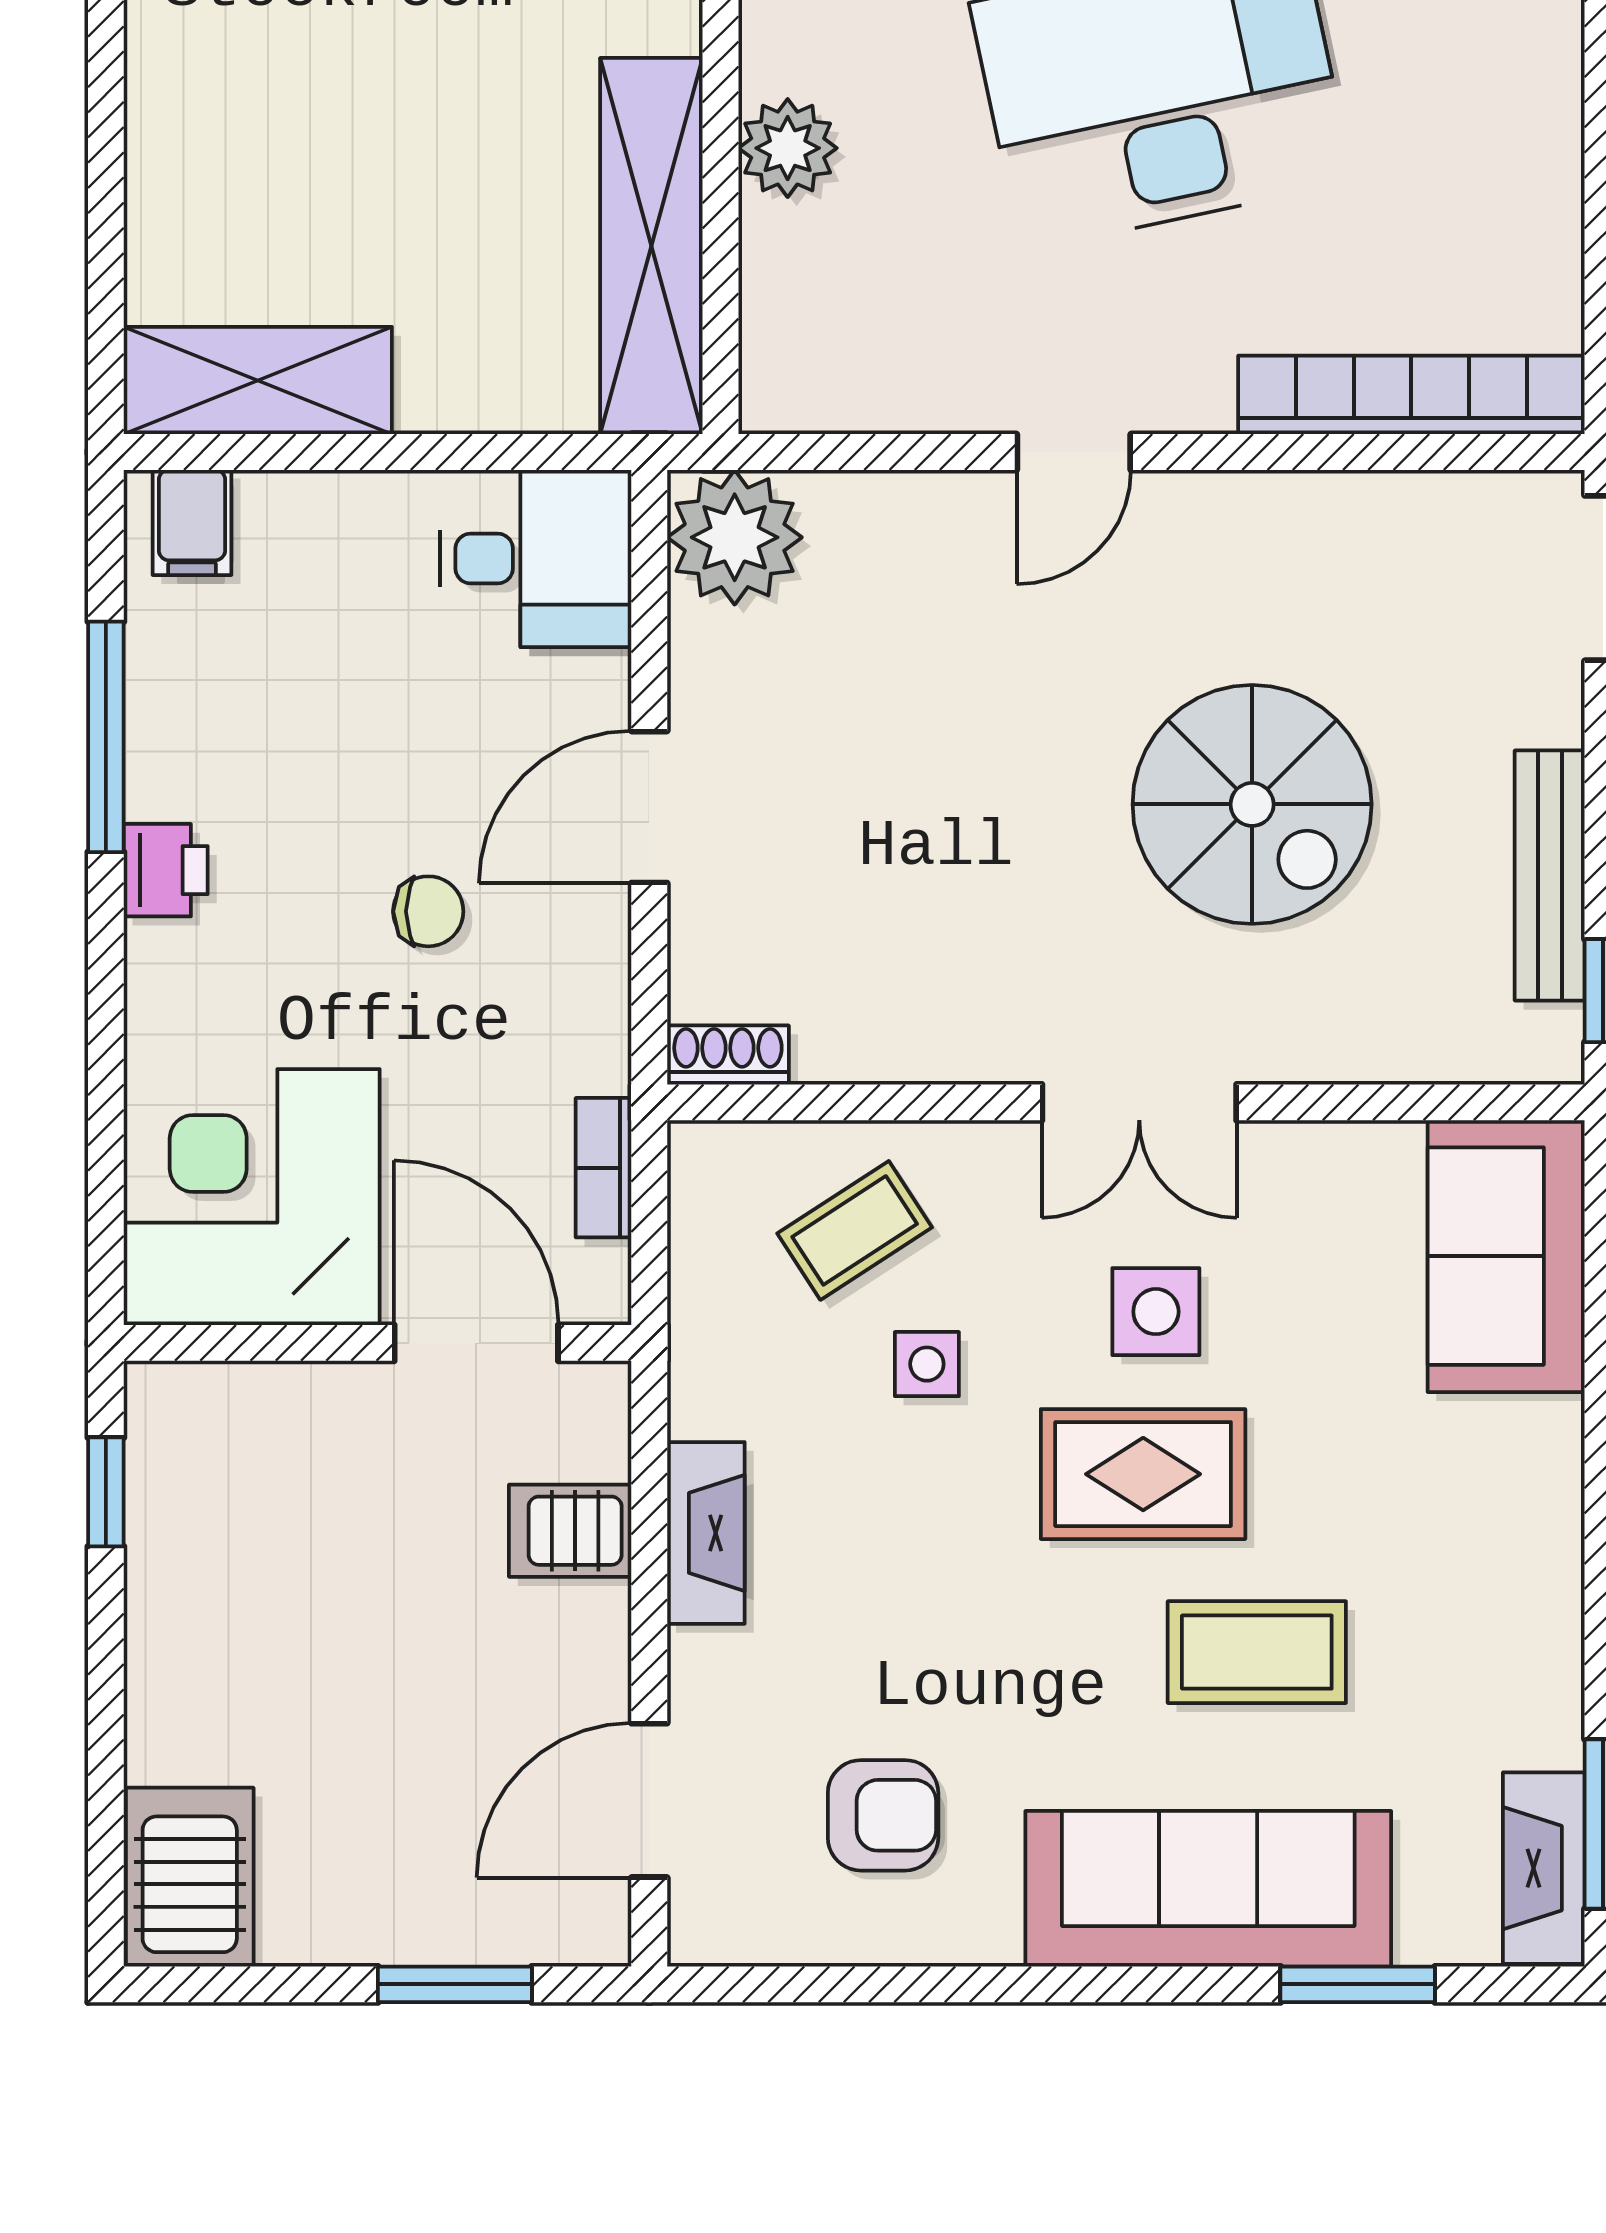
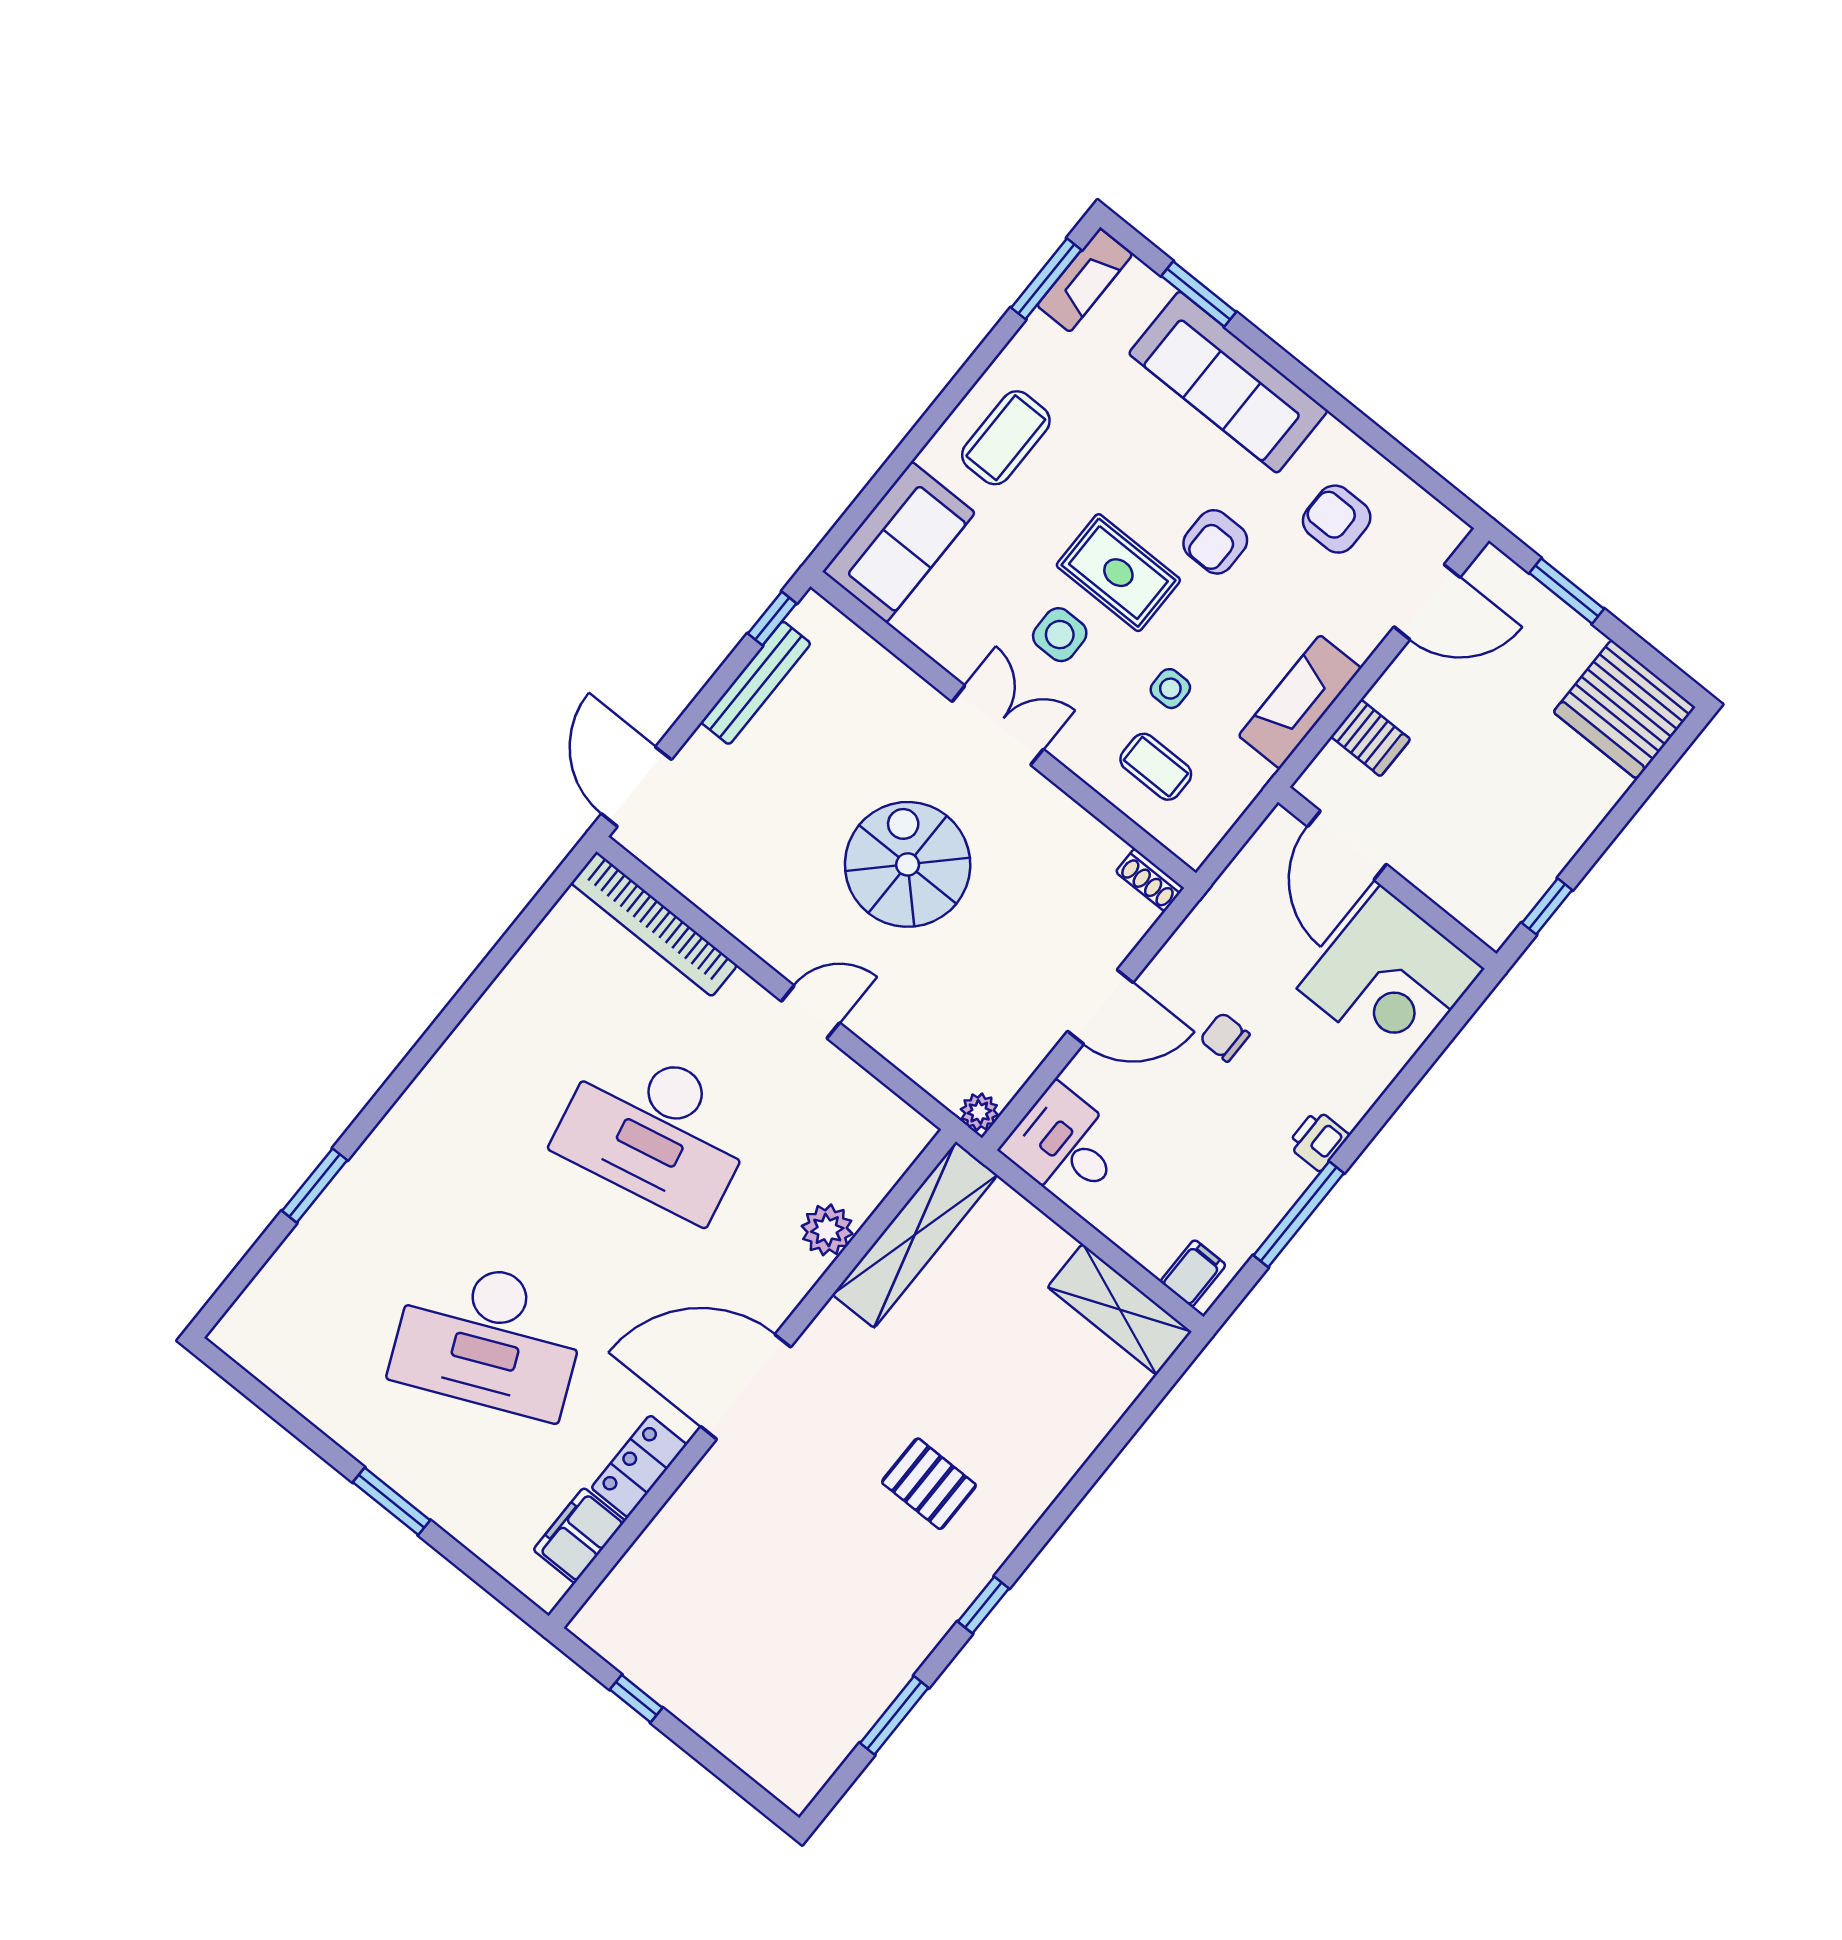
plant: (735, 537) -> (979, 1112), width x0.53, depth x0.53
spiral stairs: (1252, 804) -> (908, 864), moved
bookcase: (604, 1168) -> (1238, 875), removed
coffee table: (855, 1230) -> (1156, 767), turned 33
fireplace: (706, 1533) -> (1300, 702), width x1.37, depth x1.32
armchair: (1036, 1636) -> (1215, 542), added
coffee table: (1257, 1652) -> (1006, 438), moved, turned 90
server rack: (190, 1877) -> (1624, 709), width x1.60

